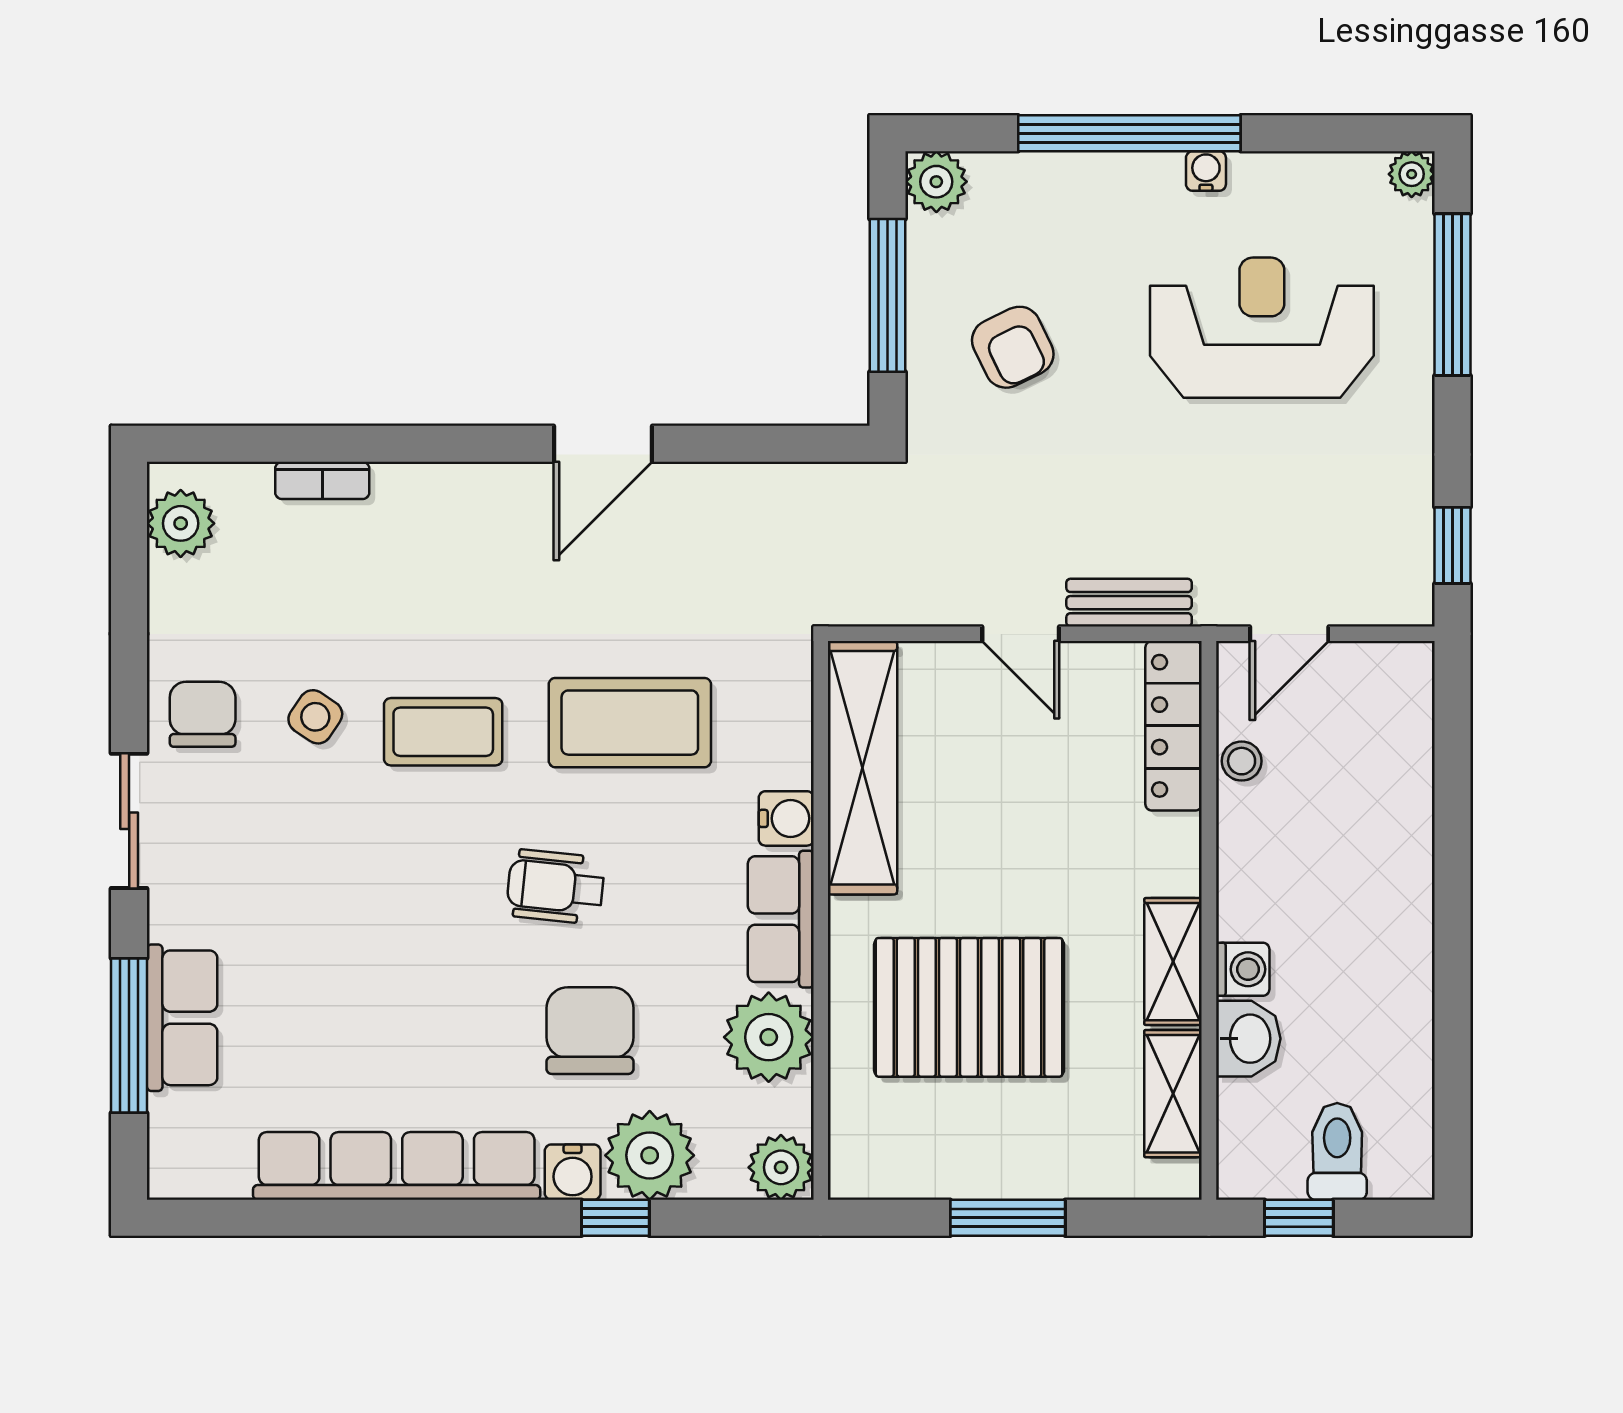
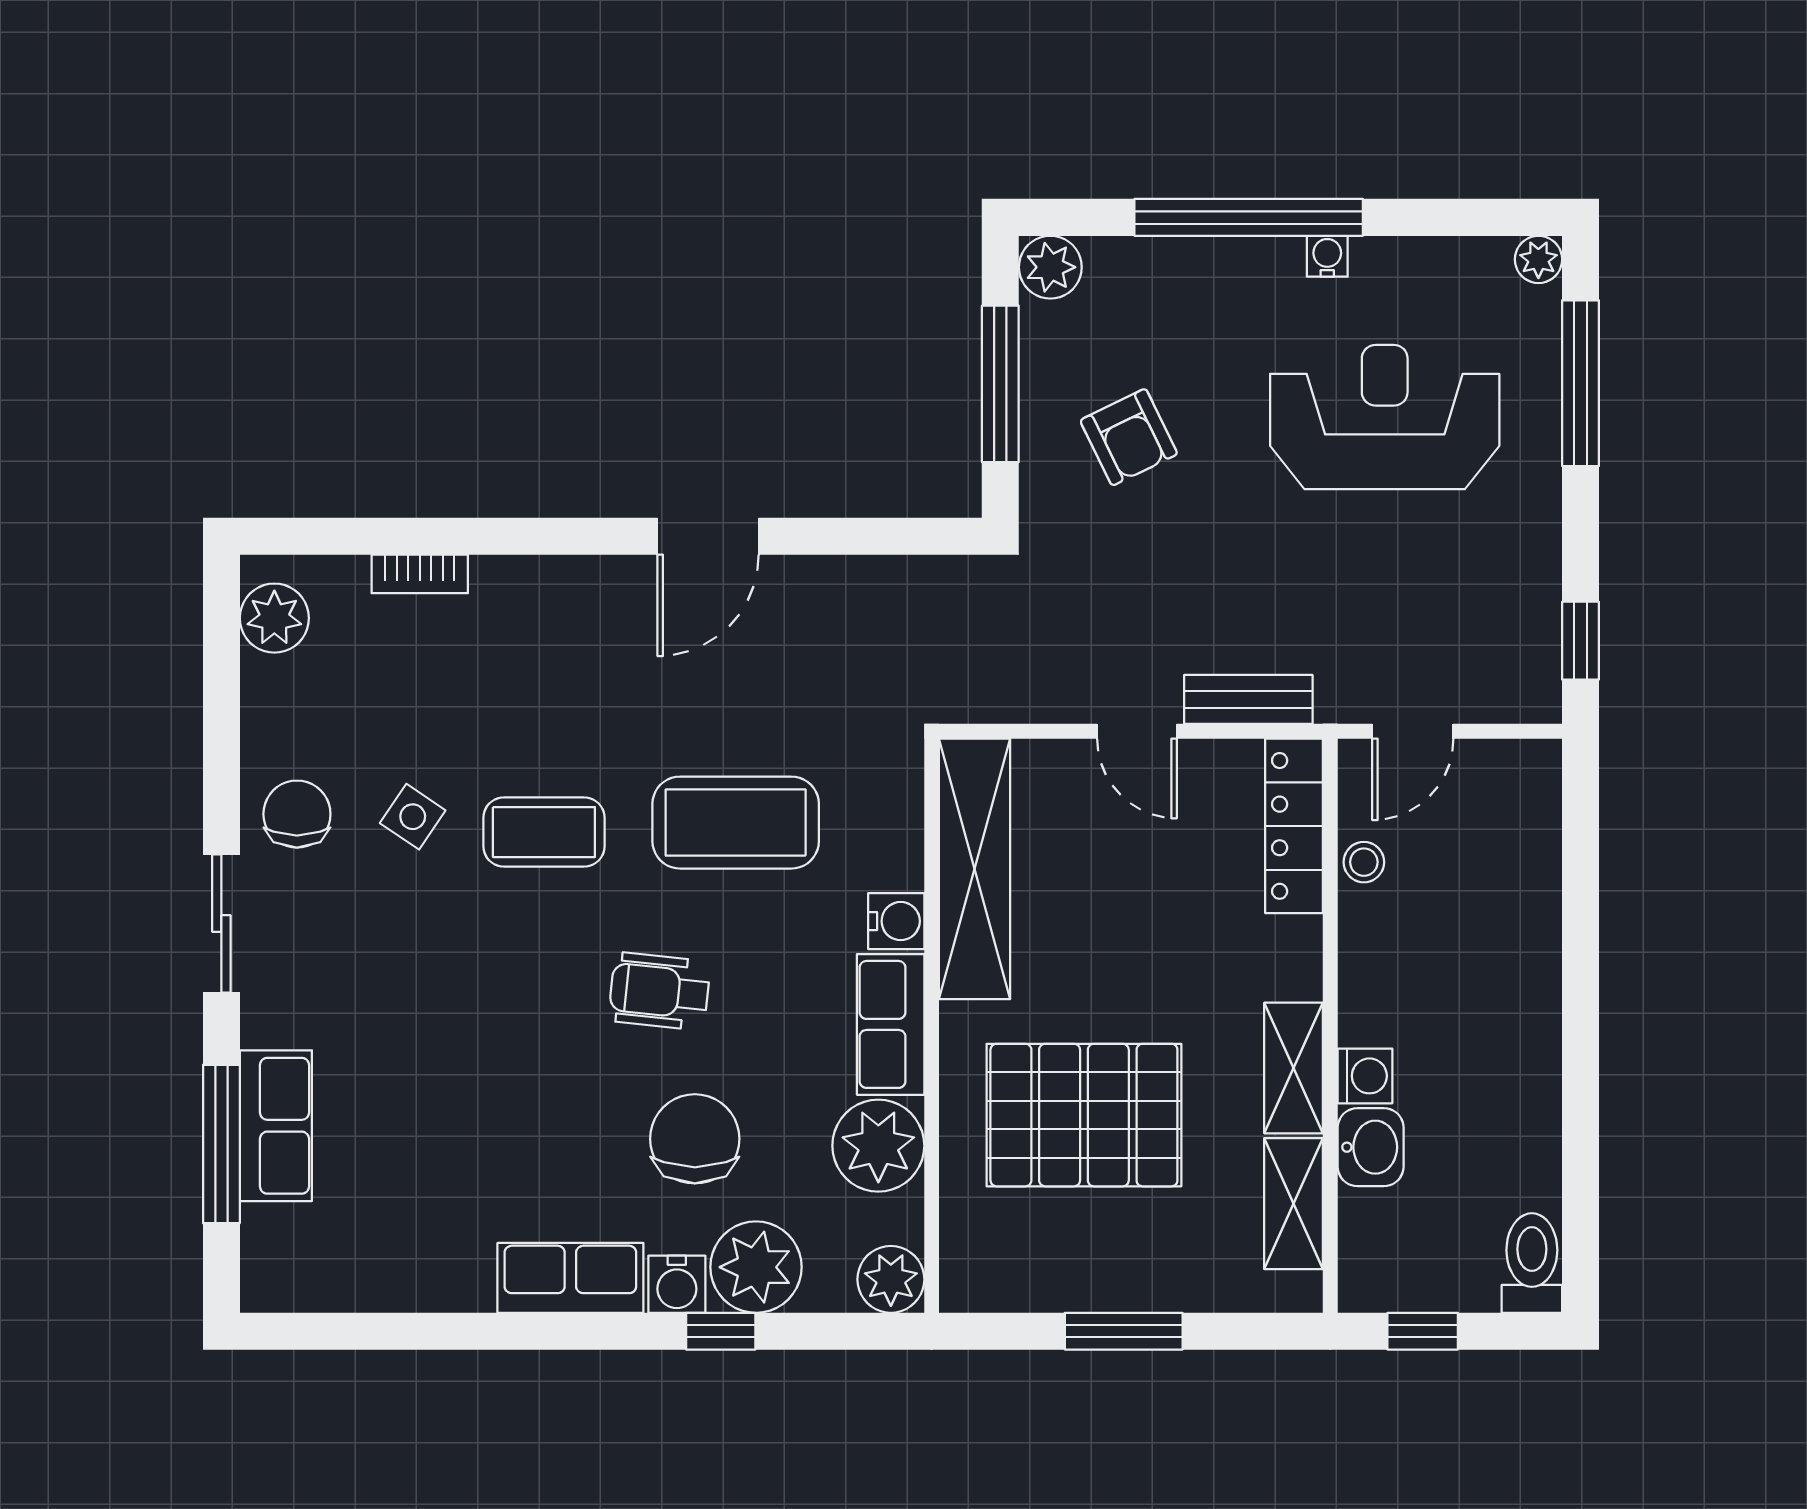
toilet: (1337, 1151) -> (1532, 1263), moved
row of seats: (397, 1166) -> (570, 1278), width x0.50

